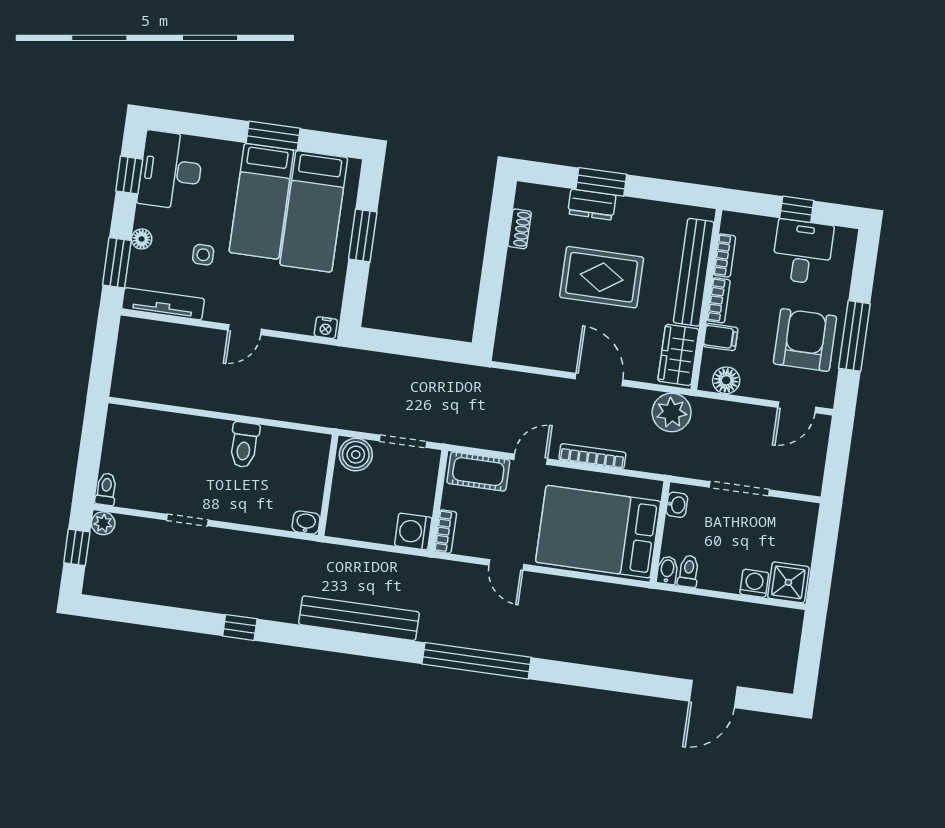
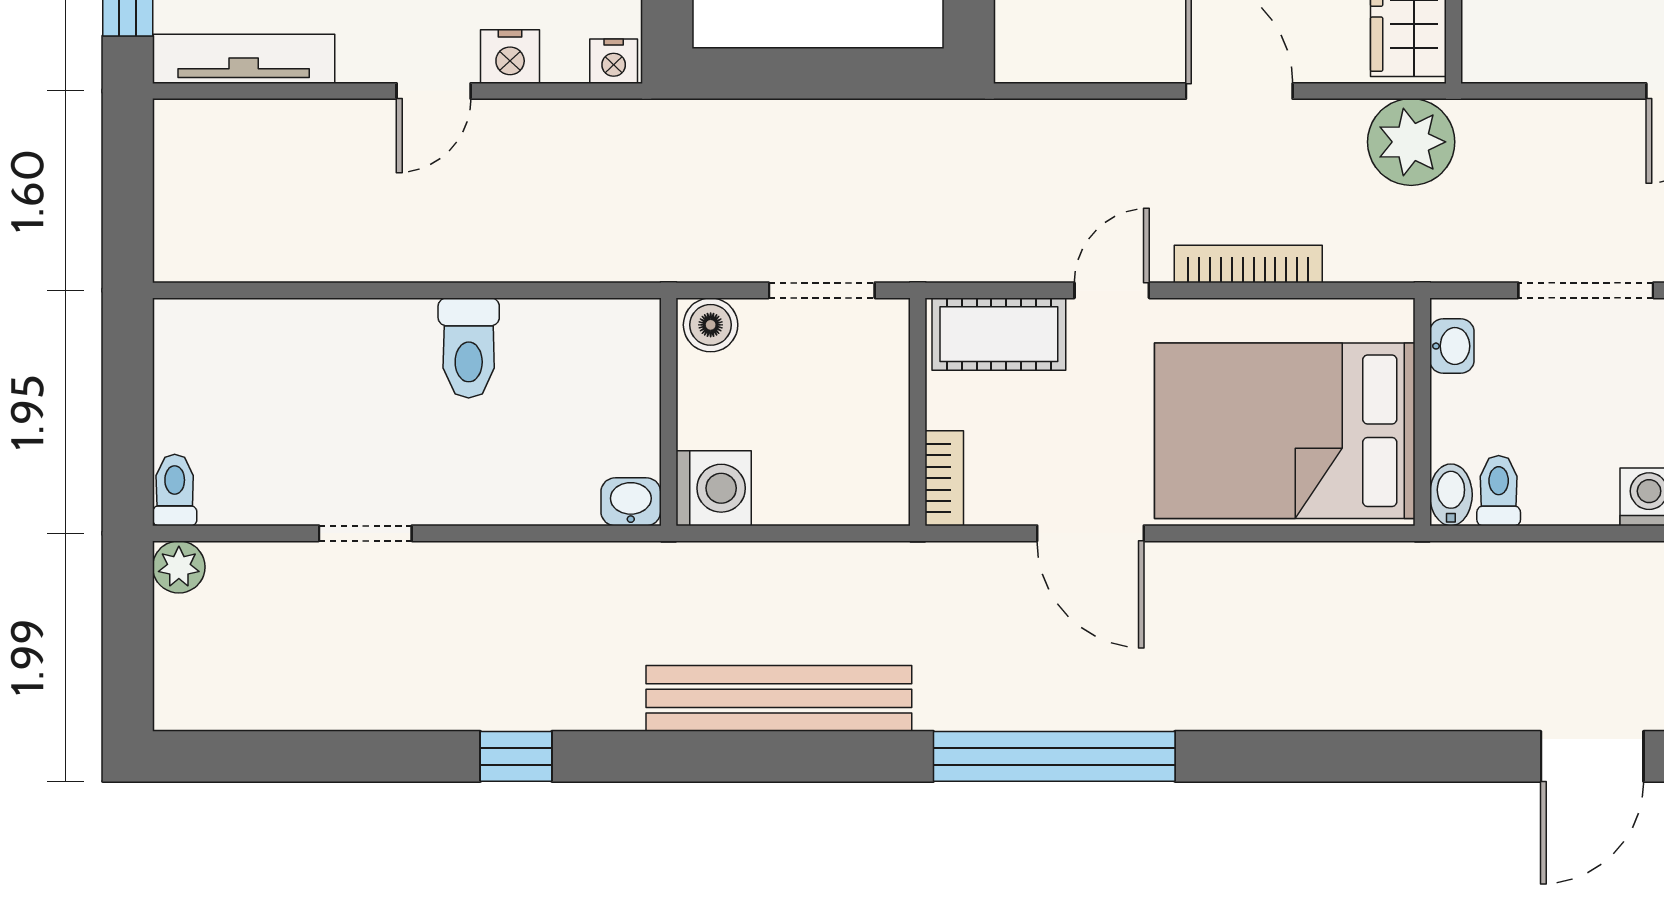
nightstand: (280, 319) -> (510, 57), added
floor lamp: (726, 380) -> (1523, 53), removed
boiler: (356, 455) -> (711, 325), width x0.73, depth x0.73
washing machine: (413, 532) -> (714, 488), moved, turned 180
window: (77, 547) -> (128, 629), removed
door: (506, 565) -> (1090, 533), width x1.38

